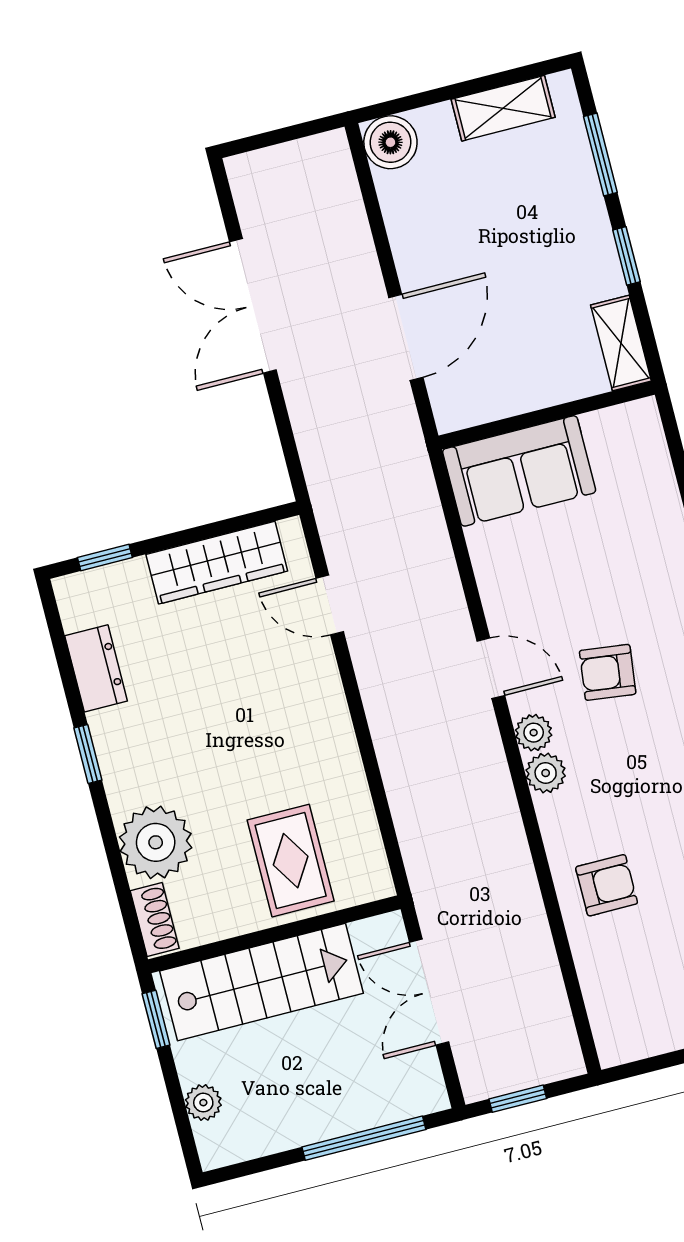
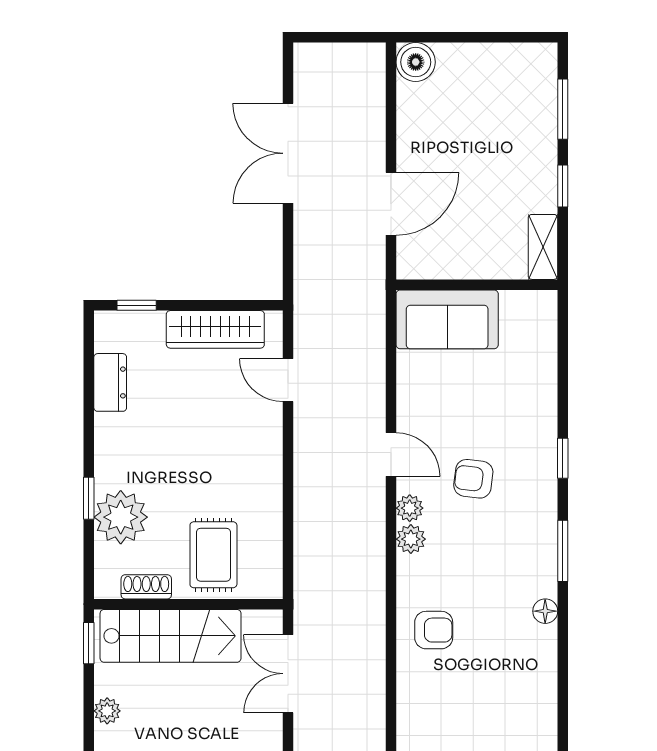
shelving: (503, 108) -> (502, 58), removed
window: (88, 754) -> (89, 498), moved
shoe rack: (155, 919) -> (146, 587), moved, turned -90

